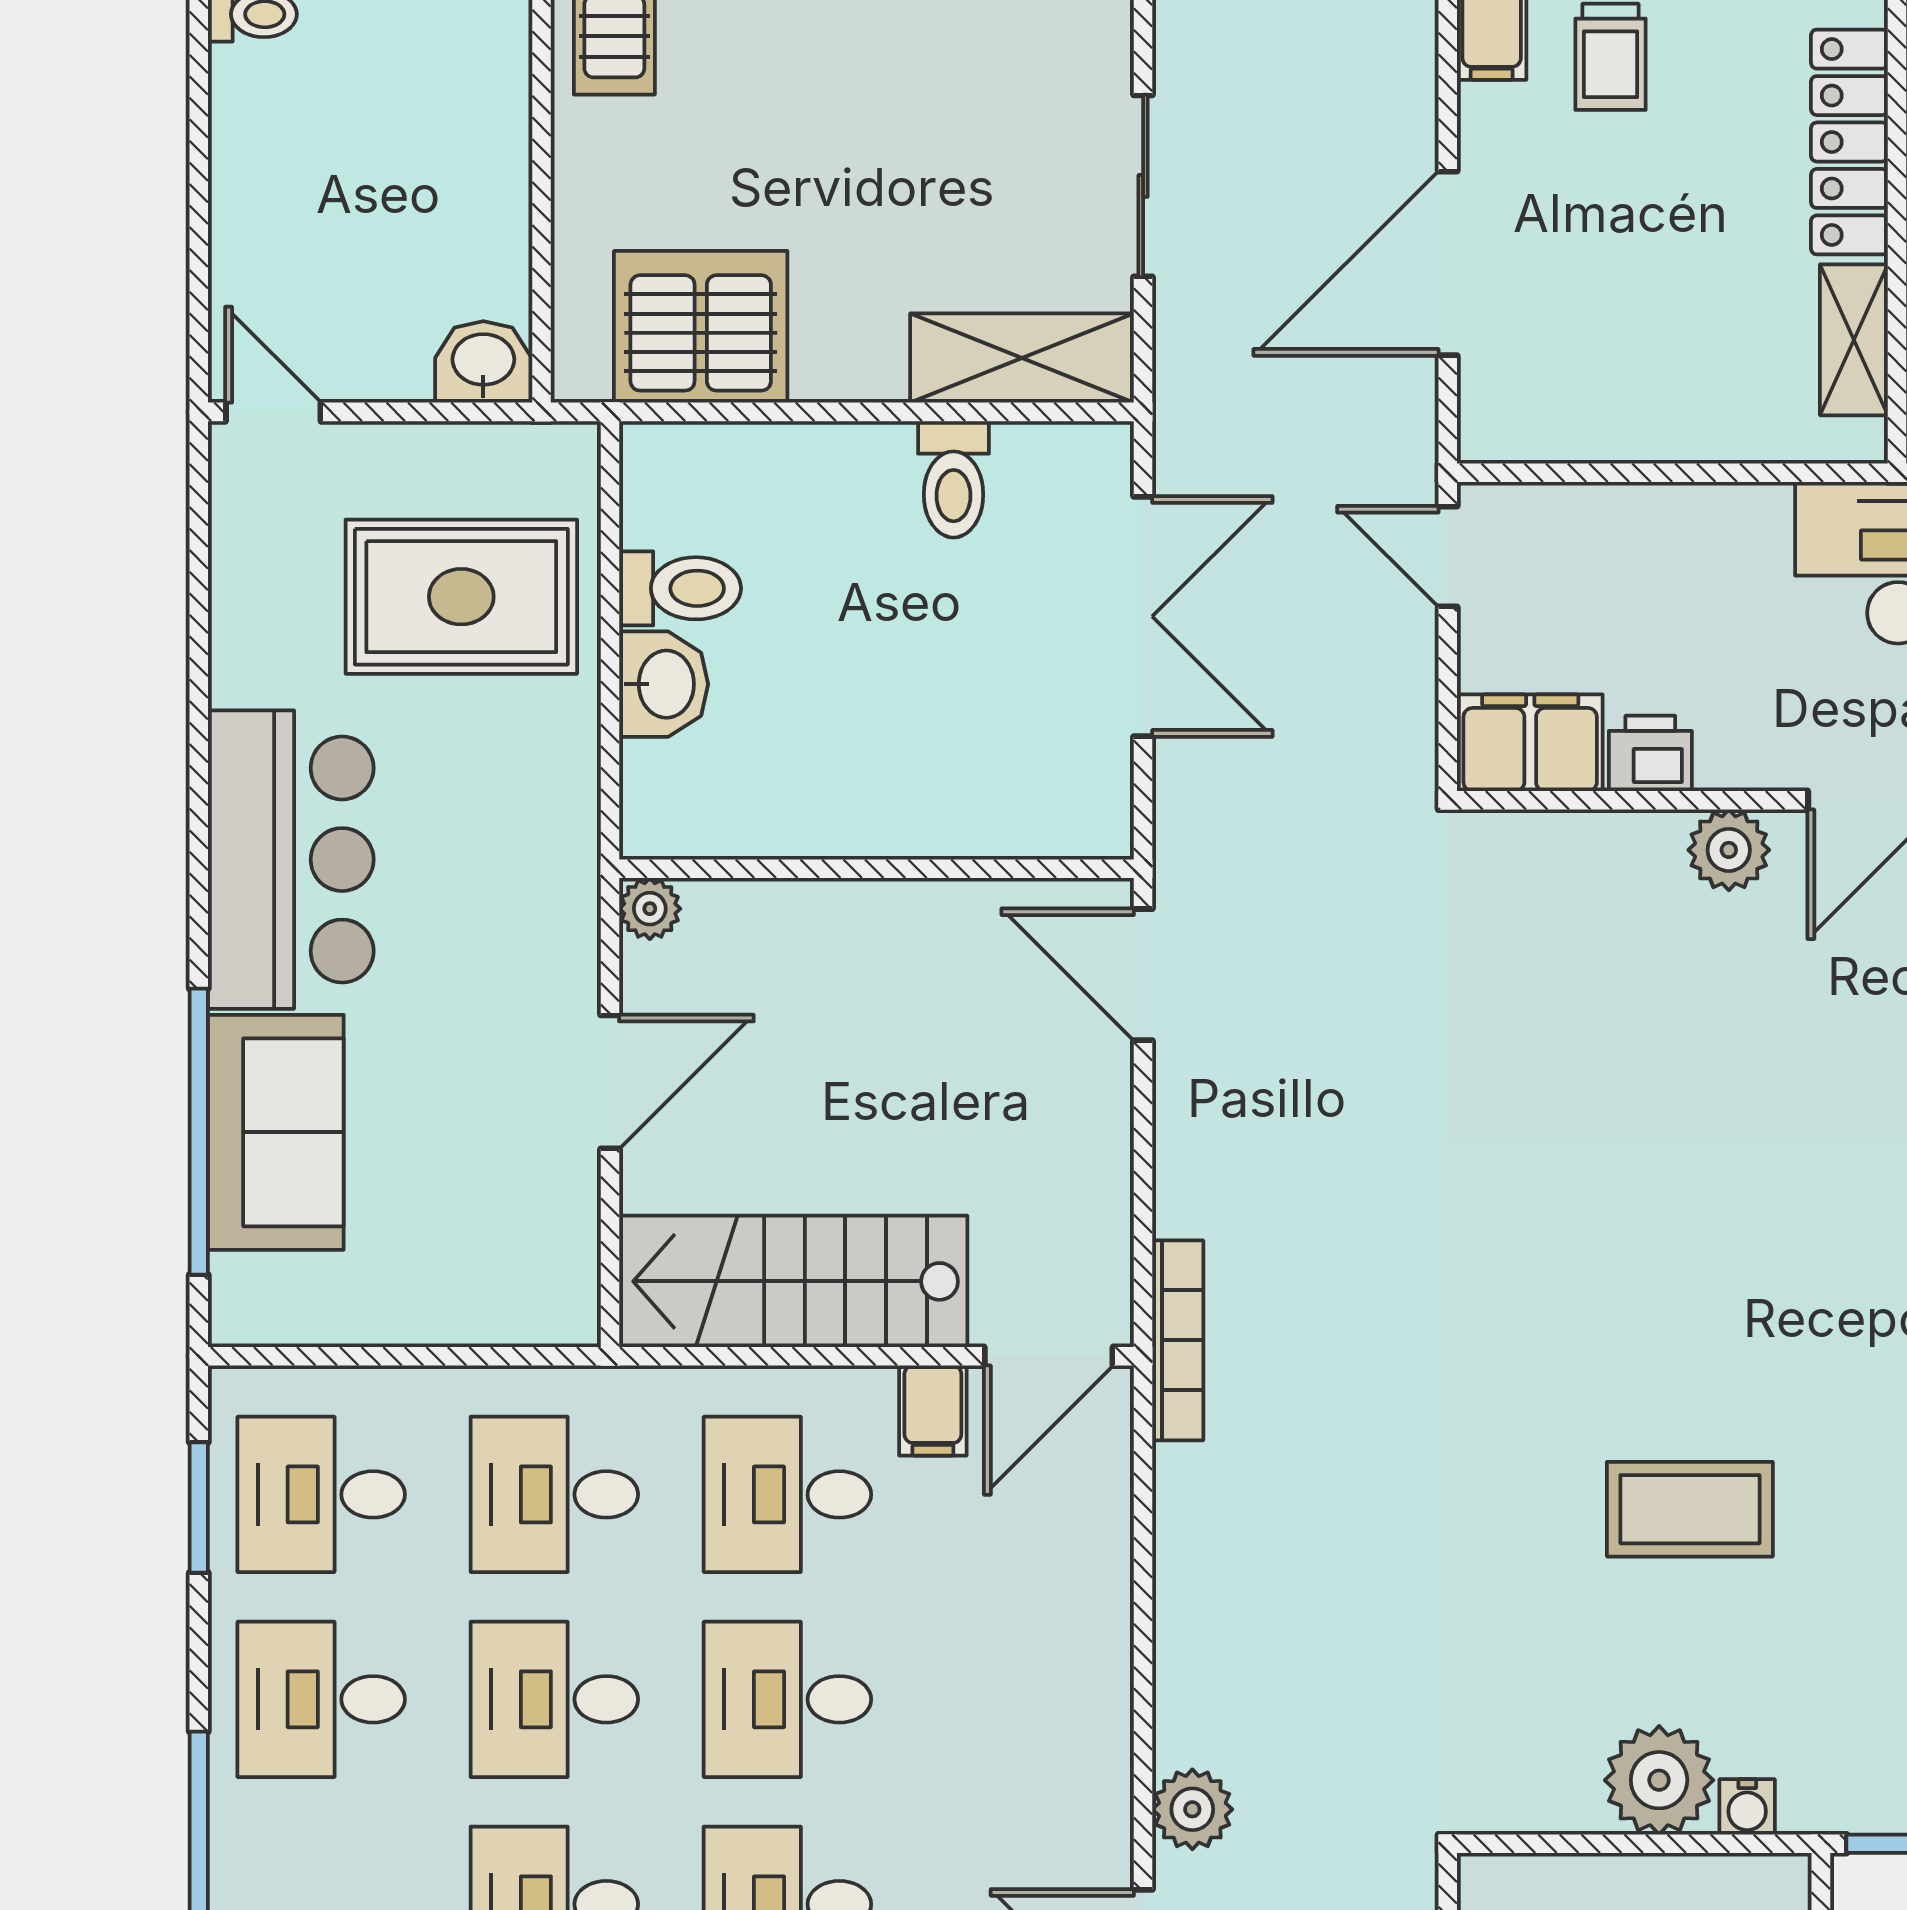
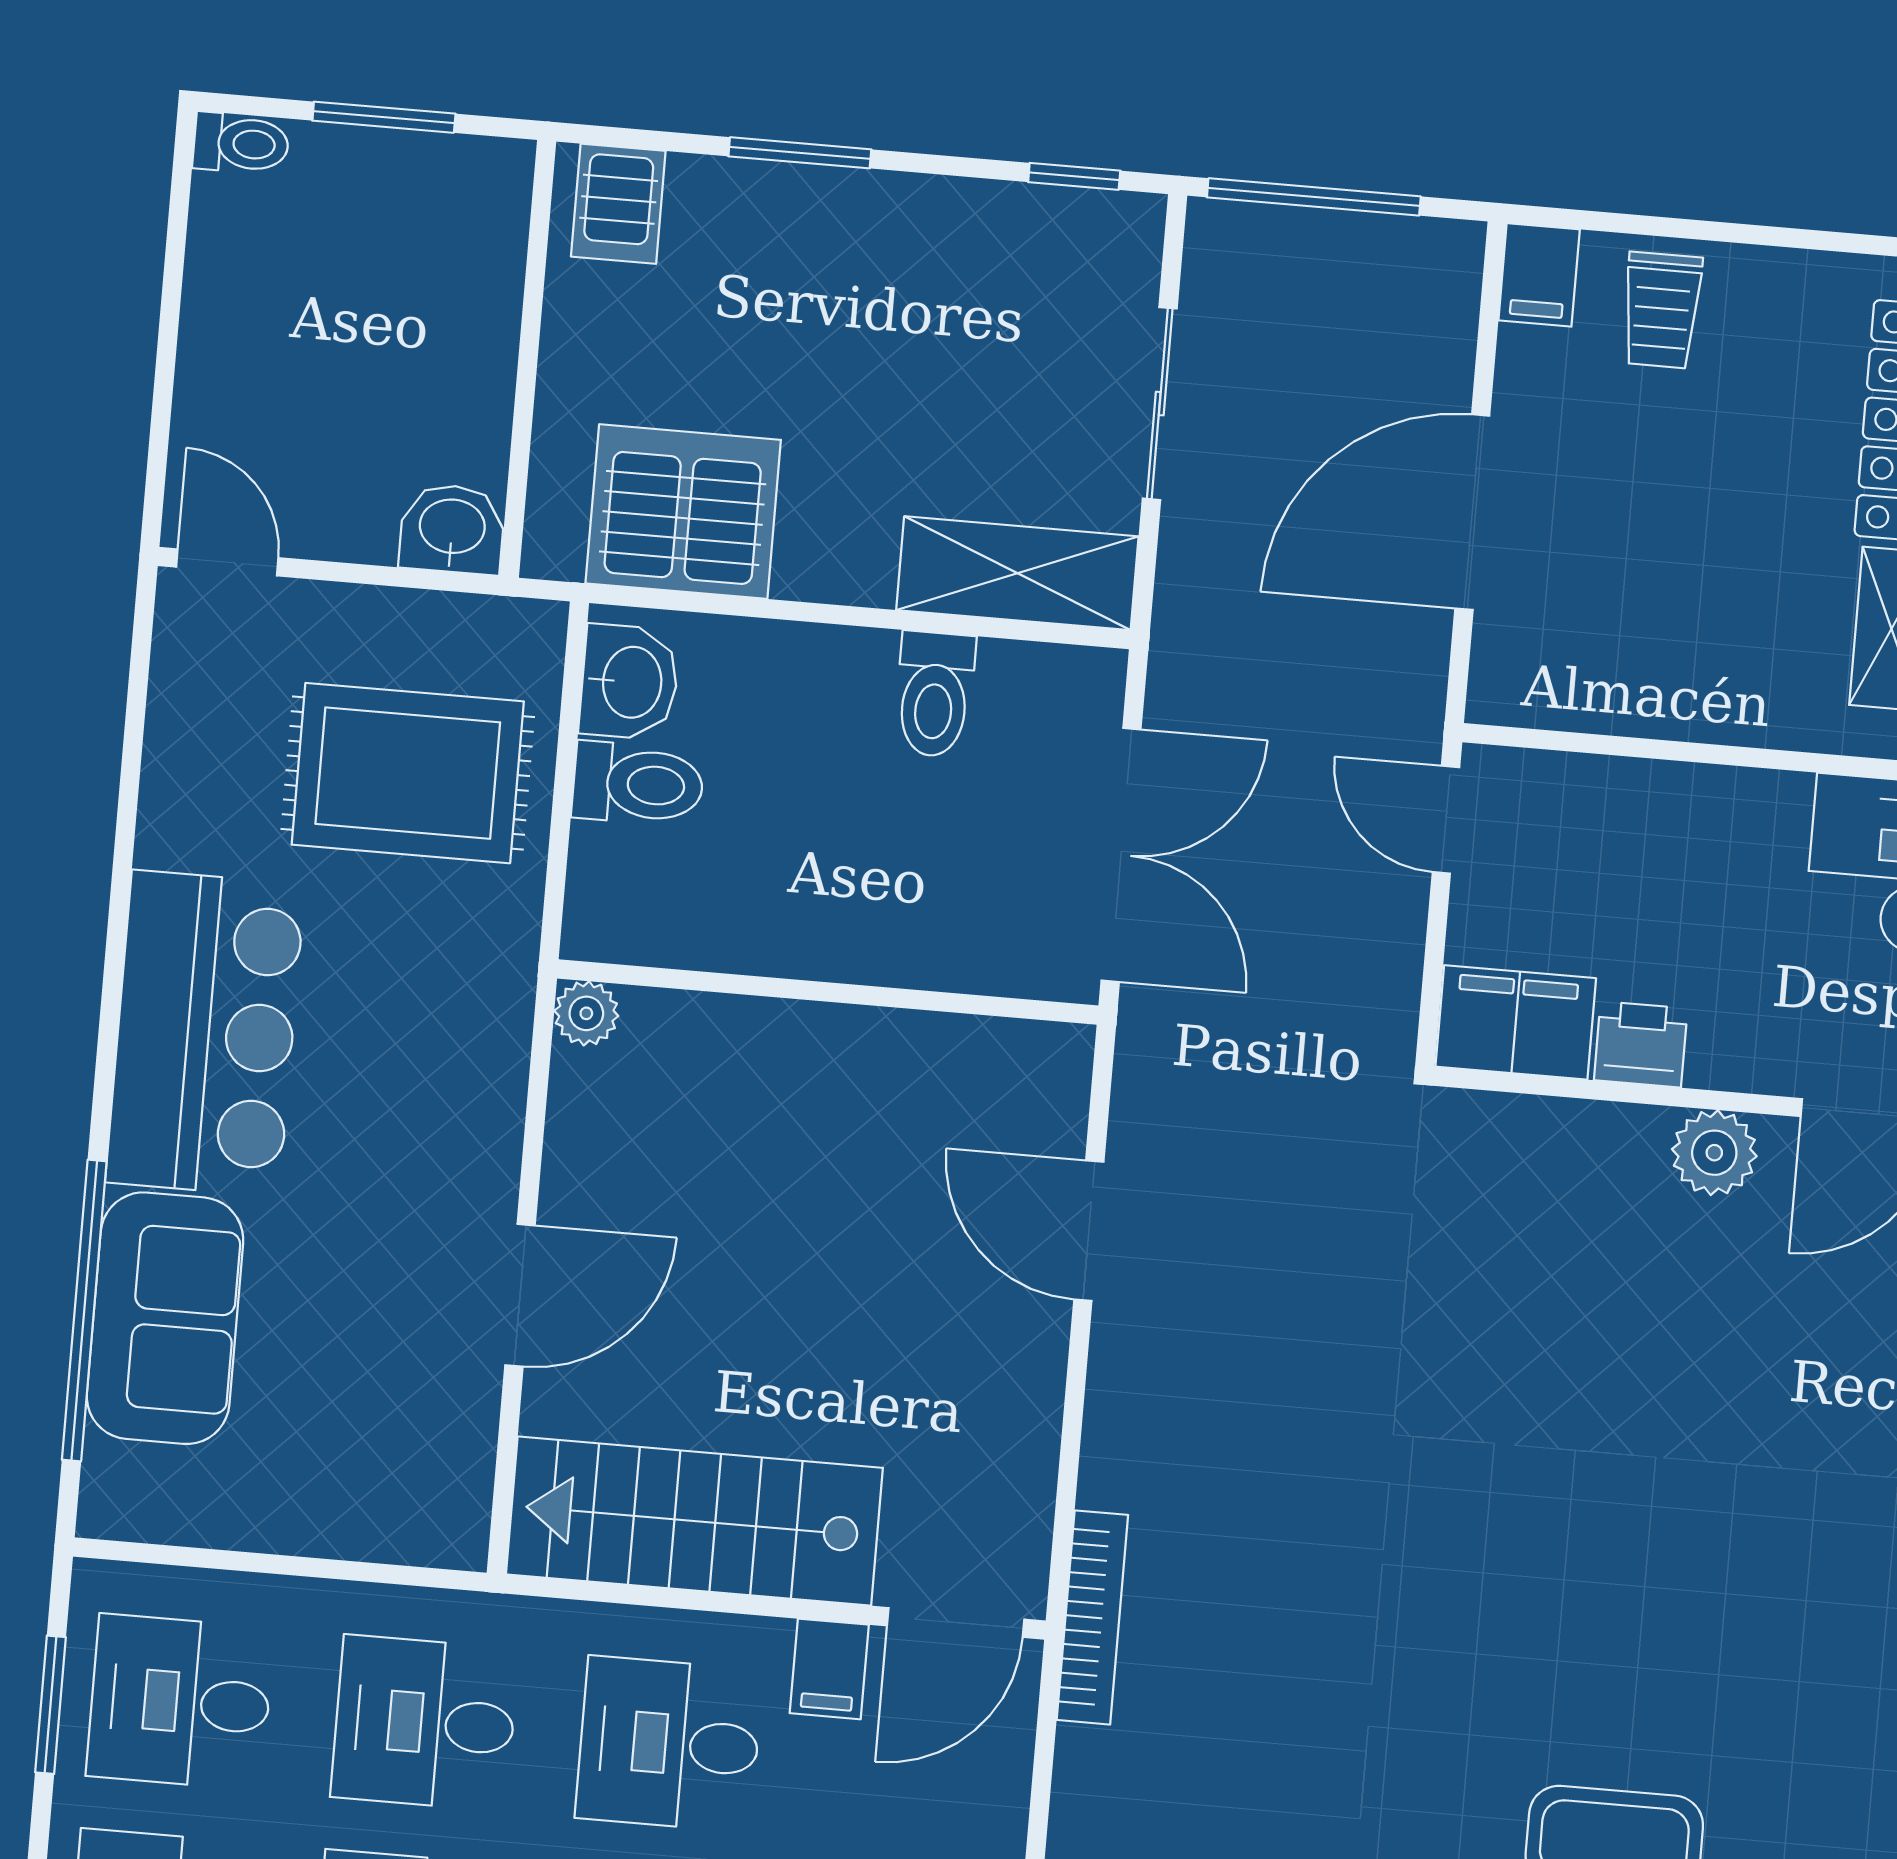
washbasin: (664, 684) -> (629, 682), moved
wall: (877, 869) -> (828, 992), moved
plant: (650, 909) -> (586, 1013), moved

